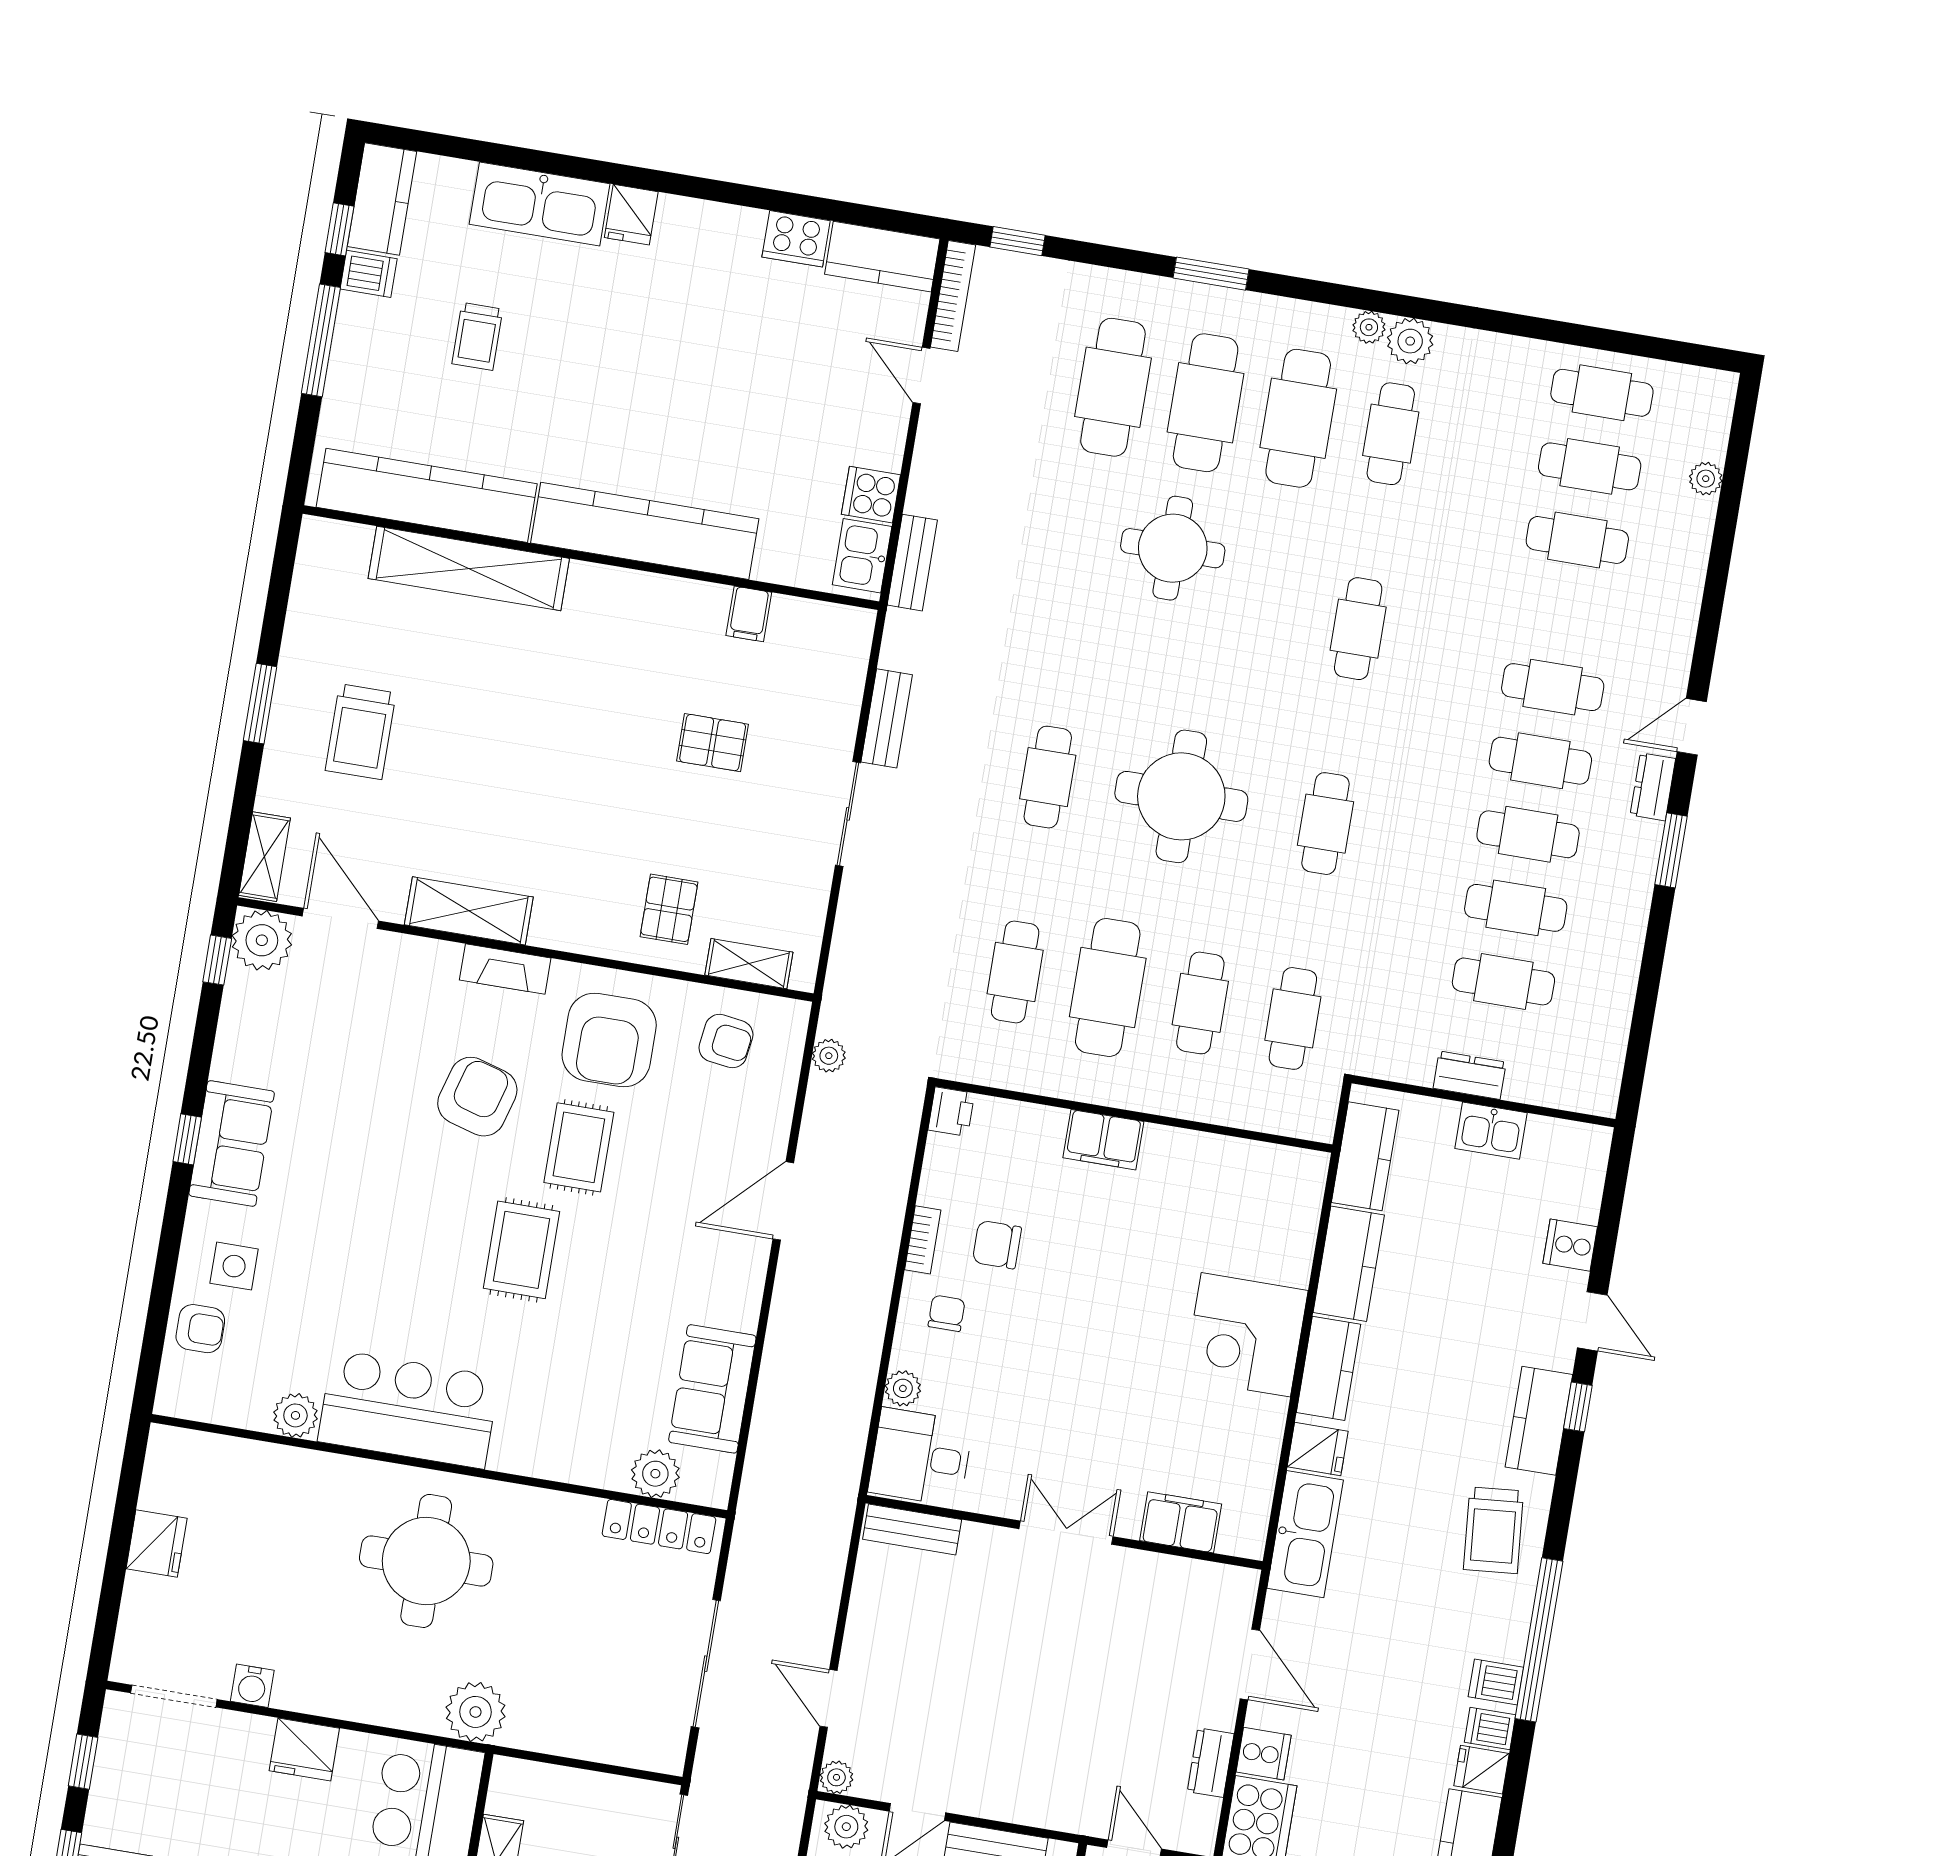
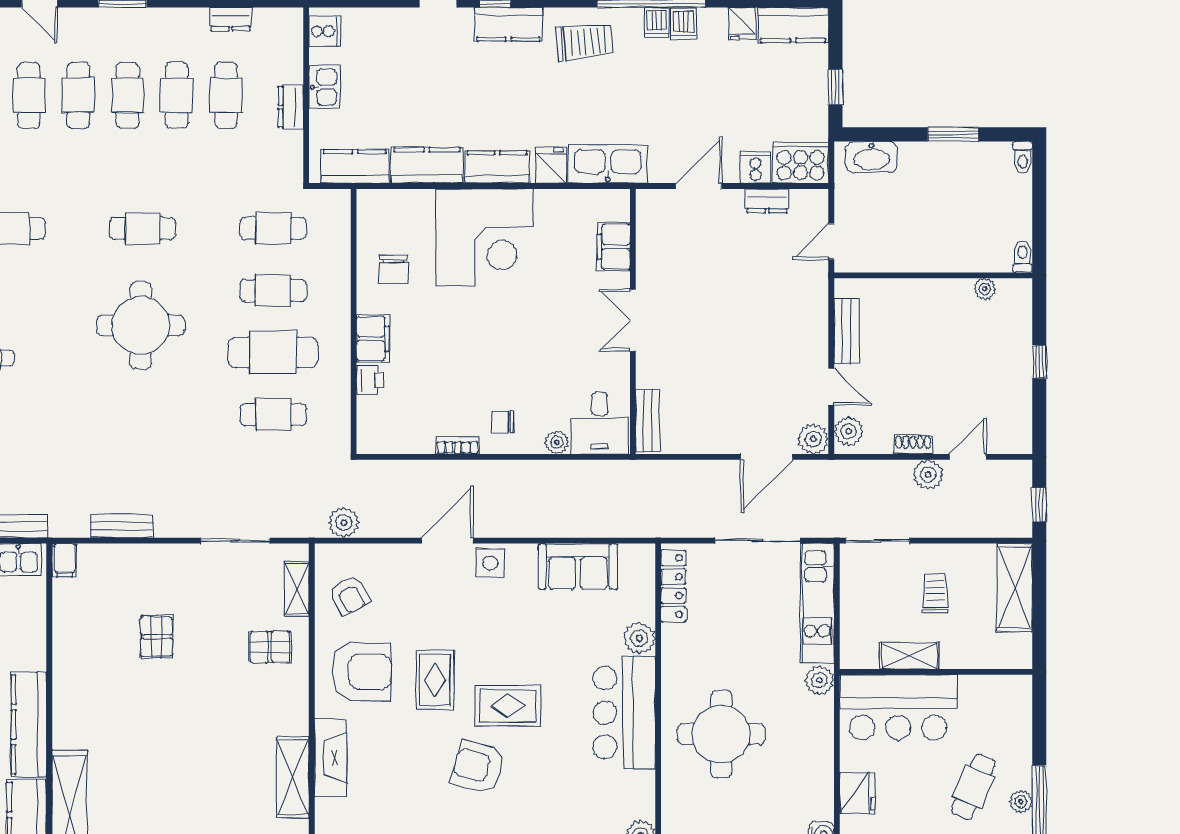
kitchen counter: (645, 531) -> (29, 724), width x0.72, depth x0.86
filing cabinet: (749, 614) -> (65, 560), moved, turned 90
cafe table: (1048, 777) -> (142, 415), removed
dresser: (1653, 787) -> (231, 19), moved
sliding door: (848, 814) -> (235, 541), moved
fireplace: (505, 969) -> (331, 758), width x1.37, depth x1.32
armchair: (726, 1041) -> (350, 595), turned 144
plant: (829, 1056) -> (344, 523), width x1.38, depth x1.38
armchair: (477, 1097) -> (478, 767), moved
printer: (951, 1112) -> (370, 380), moved, turned 90
rug: (579, 1147) -> (435, 680), turned 90
door: (783, 1201) -> (448, 541), swing flipped
chair: (997, 1245) -> (393, 270), moved
cooker: (1570, 1245) -> (325, 31), moved, turned -90
side table: (739, 1259) -> (490, 563), added
corner desk: (1246, 1335) -> (484, 238), width x1.36, depth x1.36
bar counter: (409, 1409) -> (624, 712), moved
plant: (655, 1474) -> (639, 638), moved
door: (829, 1698) -> (767, 457), width x1.38
plant: (476, 1712) -> (819, 680), width x0.73, depth x0.73
dishwasher: (1490, 1729) -> (657, 23), moved
kitchen unit: (597, 1737) -> (817, 603), added
plant: (836, 1777) -> (813, 439), width x1.38, depth x1.38

